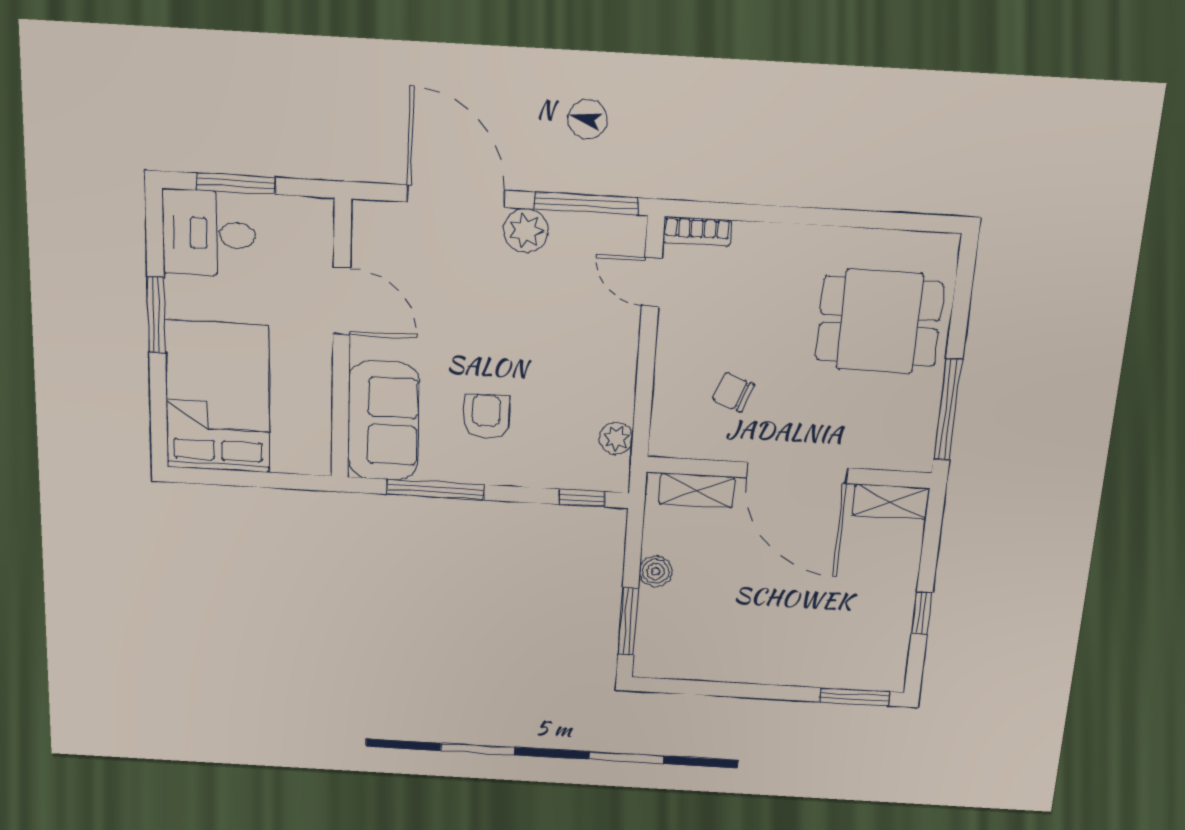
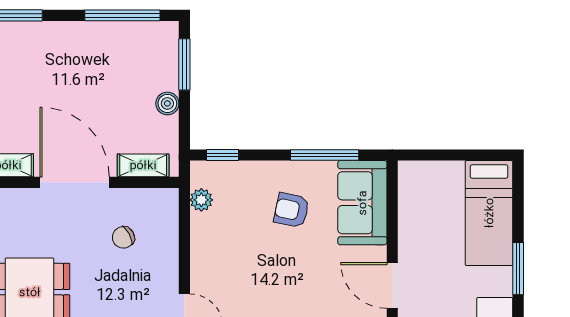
chair: (733, 392) -> (123, 237), turned 130
bed: (217, 397) -> (489, 213), width x0.67
armchair: (486, 417) -> (292, 210), turned 102
window: (709, 688) -> (122, 15), added

